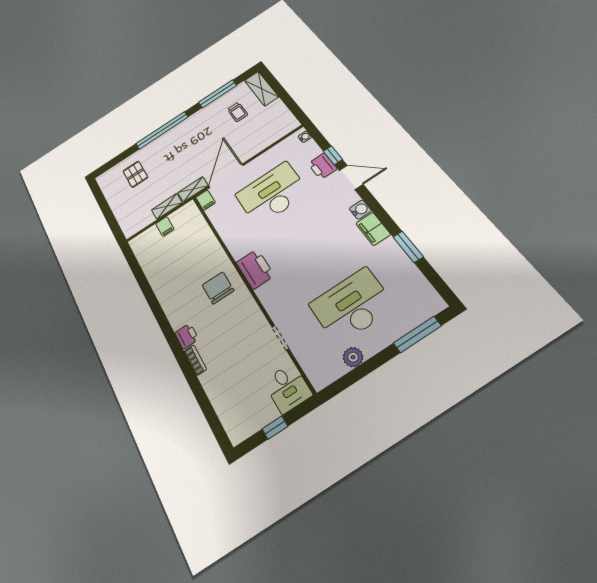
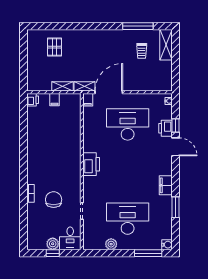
window: (162, 130) -> (88, 26), removed
water cooler: (360, 210) -> (167, 245), moved
chair: (218, 288) -> (54, 200), moved
printer: (187, 336) -> (33, 100), moved
plant: (267, 413) -> (53, 244), added

